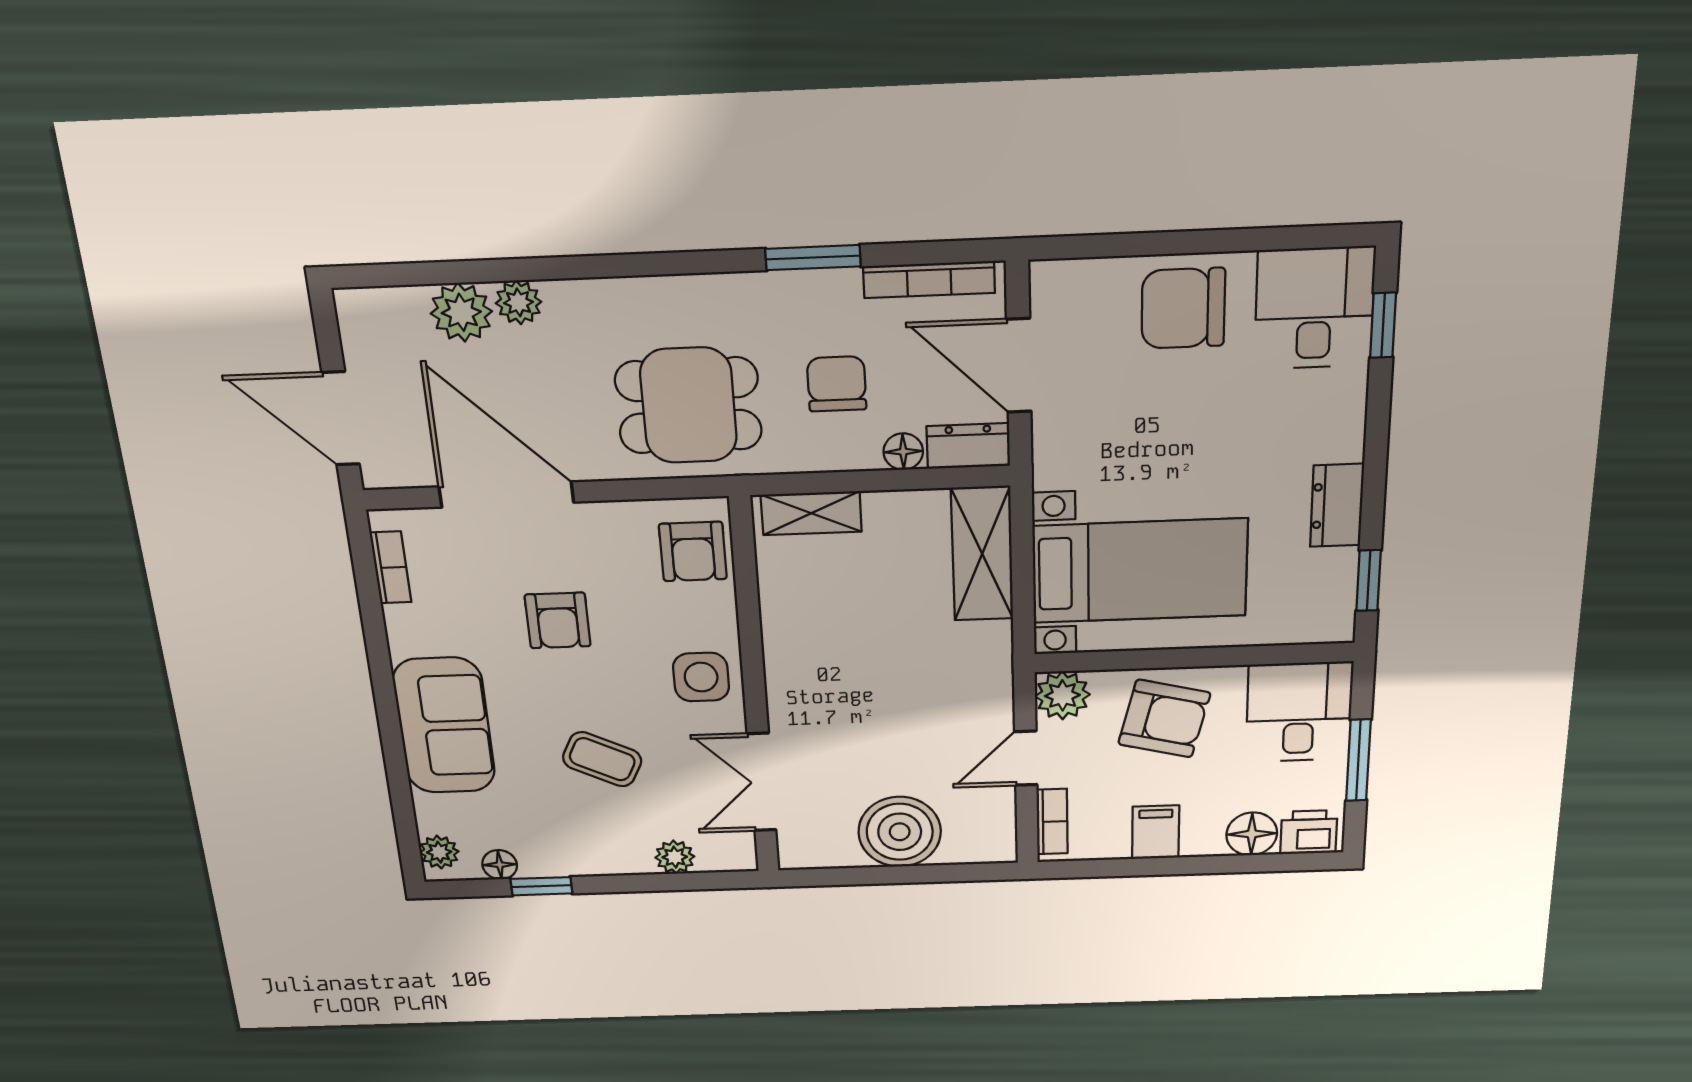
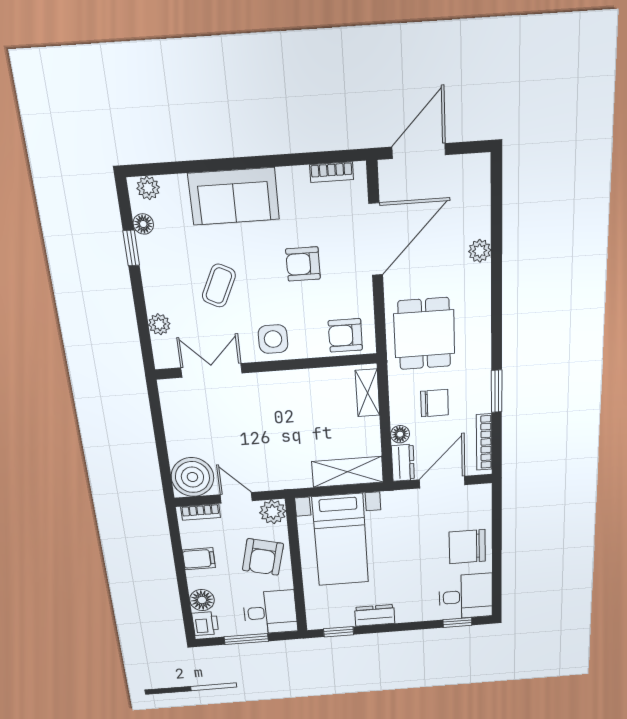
chair: (1183, 308) -> (467, 547), turned -90
plant: (461, 312) -> (475, 221), removed
boiler: (900, 832) -> (192, 477), moved

